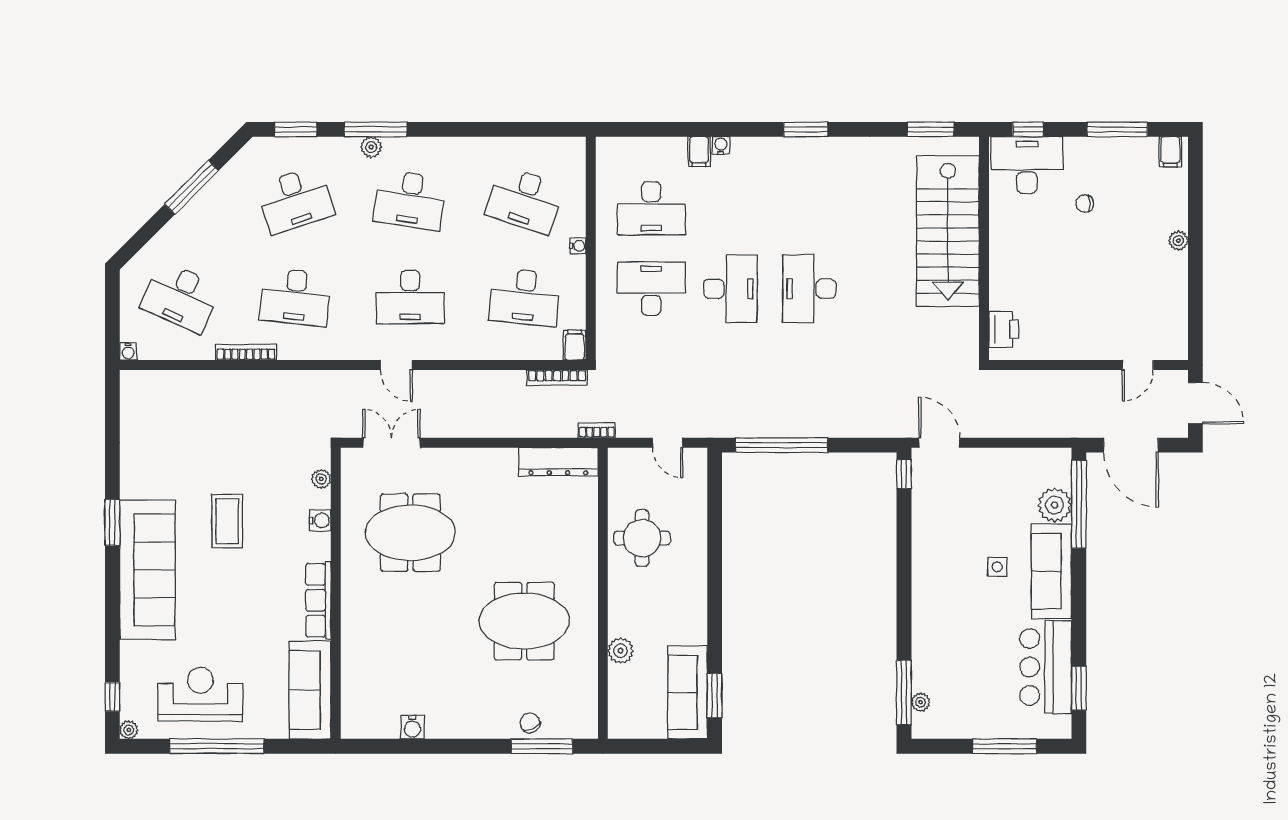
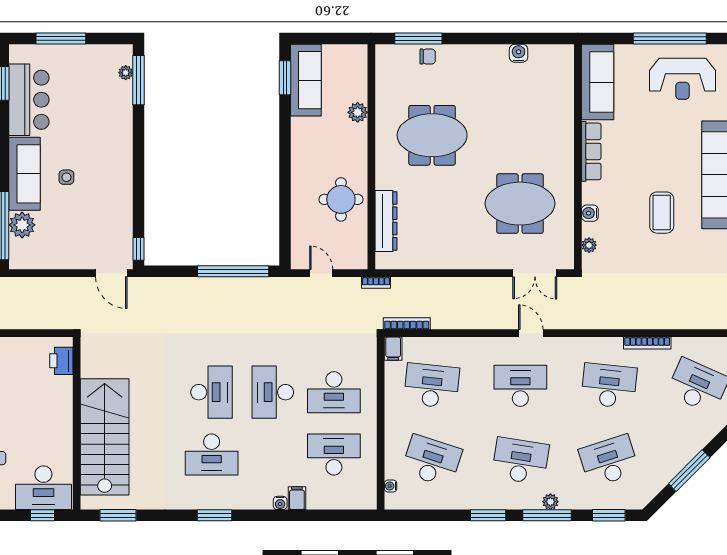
window: (452, 129) -> (488, 515), added
desk: (809, 208) -> (212, 454), added
water cooler: (578, 246) -> (391, 486), moved
dresser: (558, 462) -> (386, 221), moved, turned 90
chair: (530, 723) -> (428, 57), turned -61

